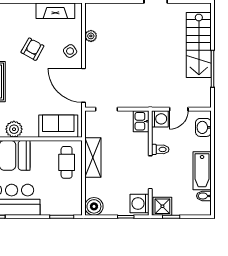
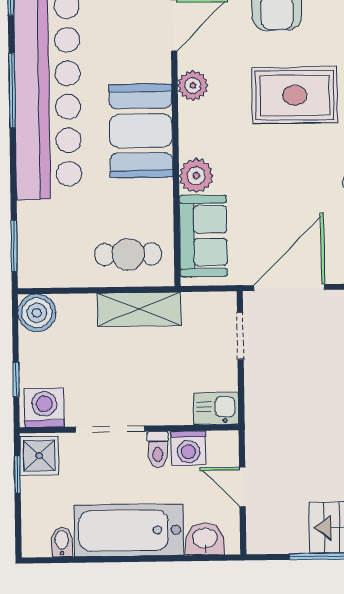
washing machine: (160, 119) -> (188, 448), moved
plant: (14, 129) -> (196, 176), moved
bathtub: (202, 171) -> (129, 530), width x1.36, depth x1.36

